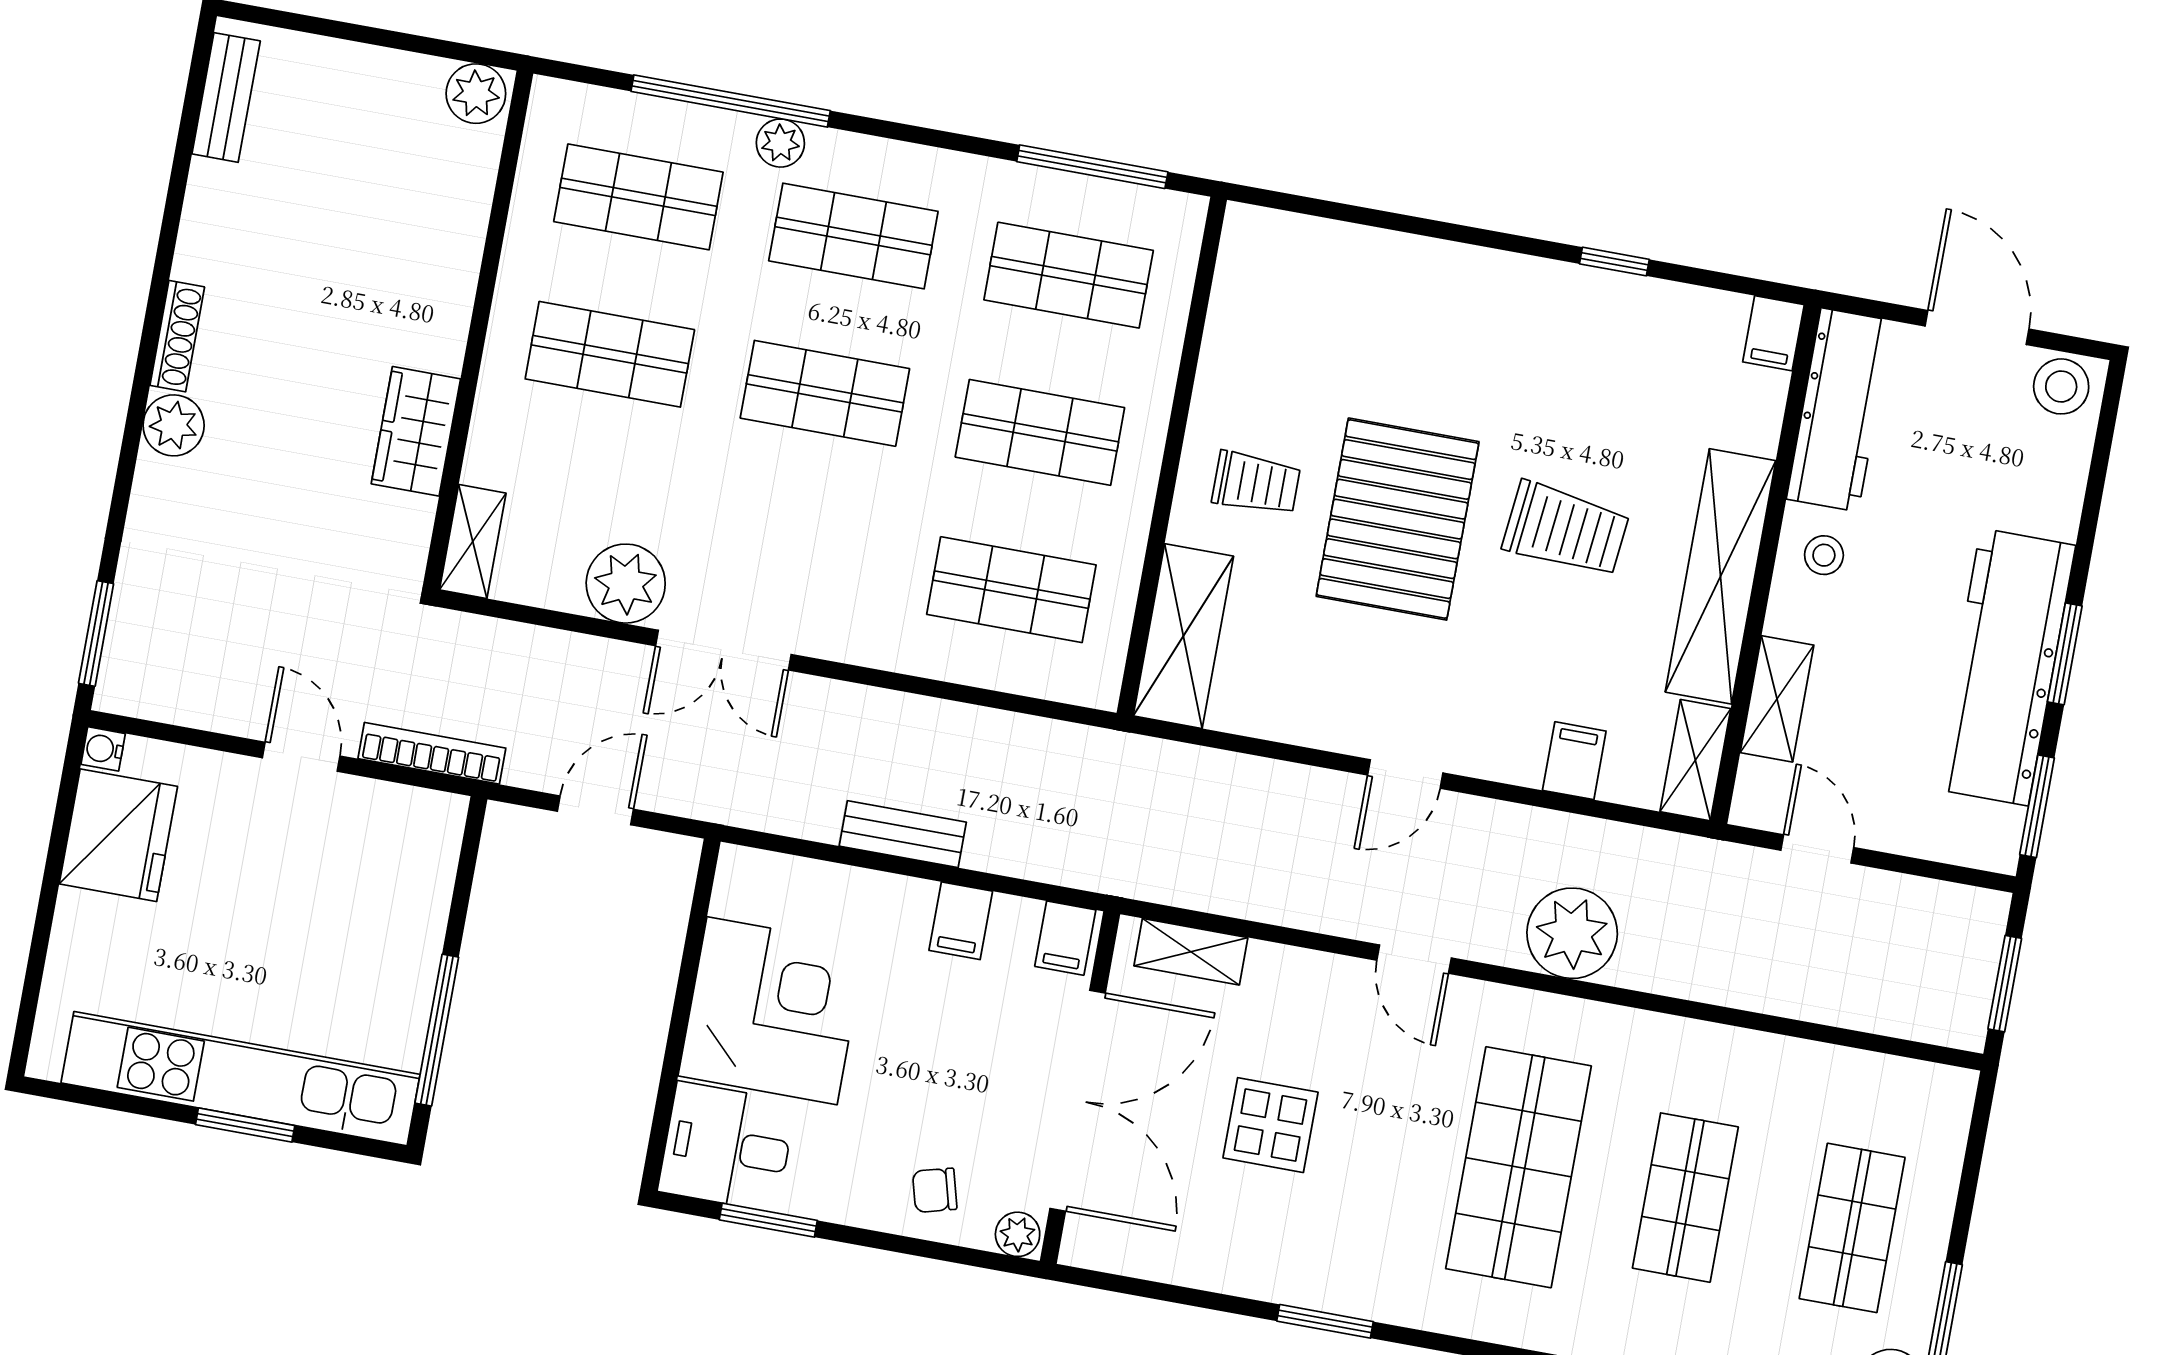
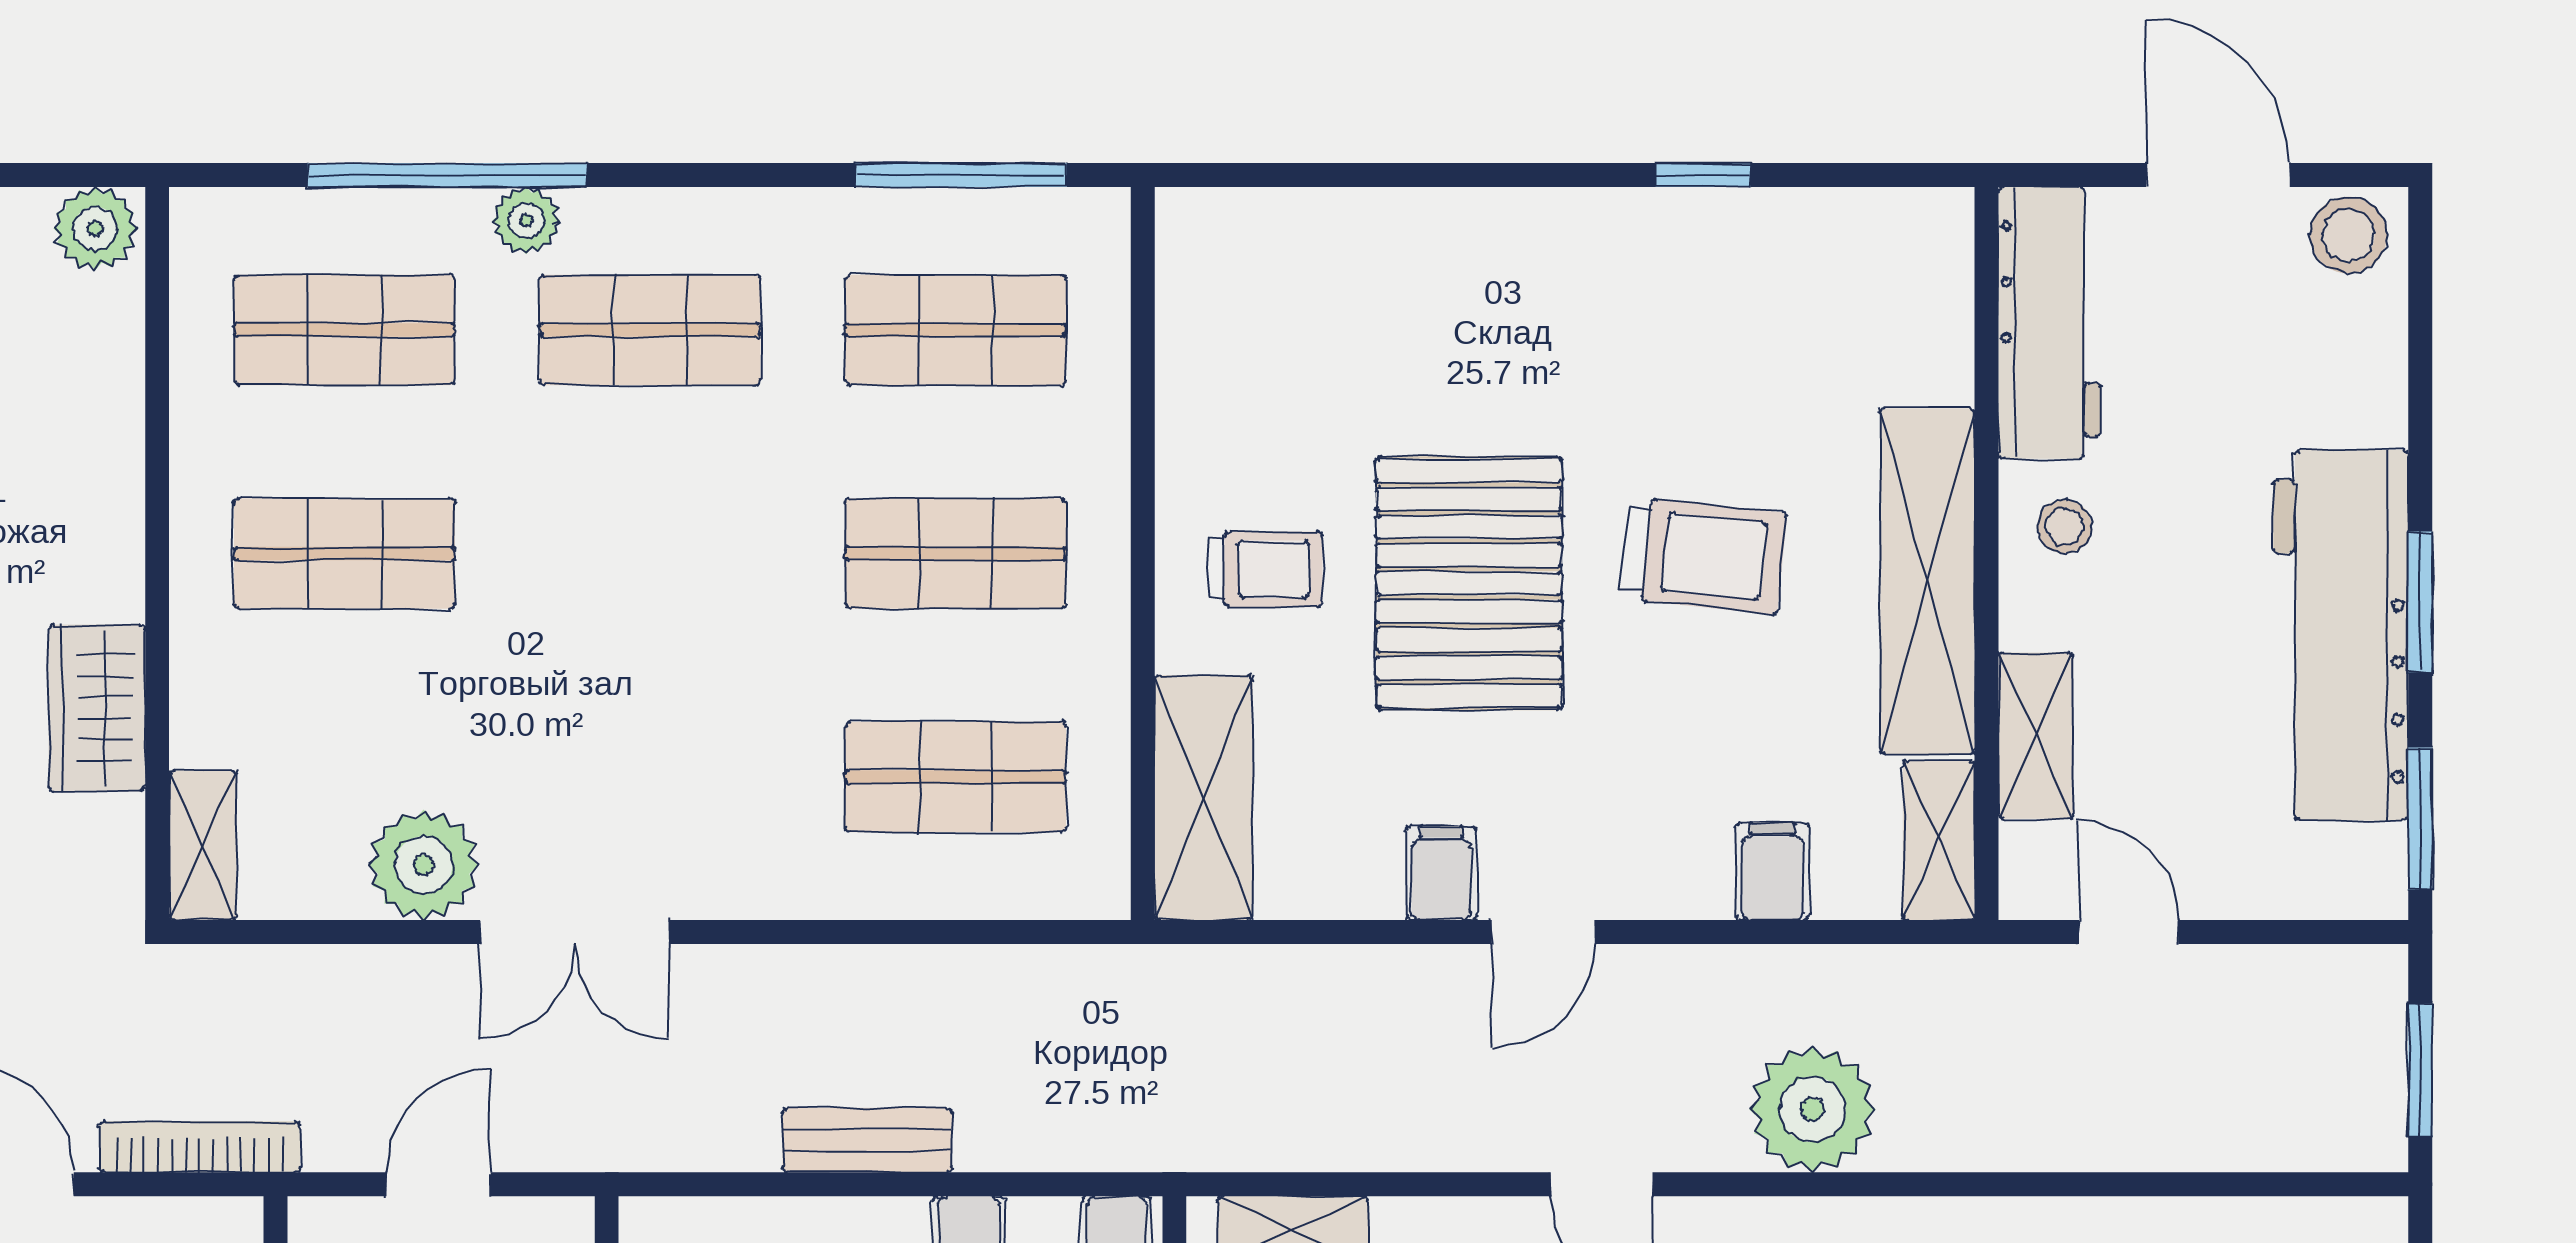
filing cabinet: (1773, 333) -> (1441, 873), moved, turned 180
shop shelf: (825, 393) -> (650, 554), removed

